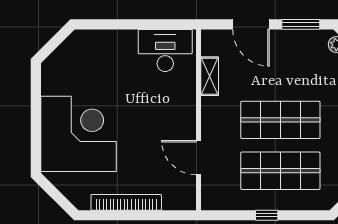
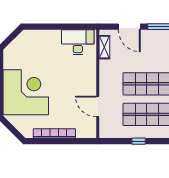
shelving: (210, 76) -> (104, 47), moved

